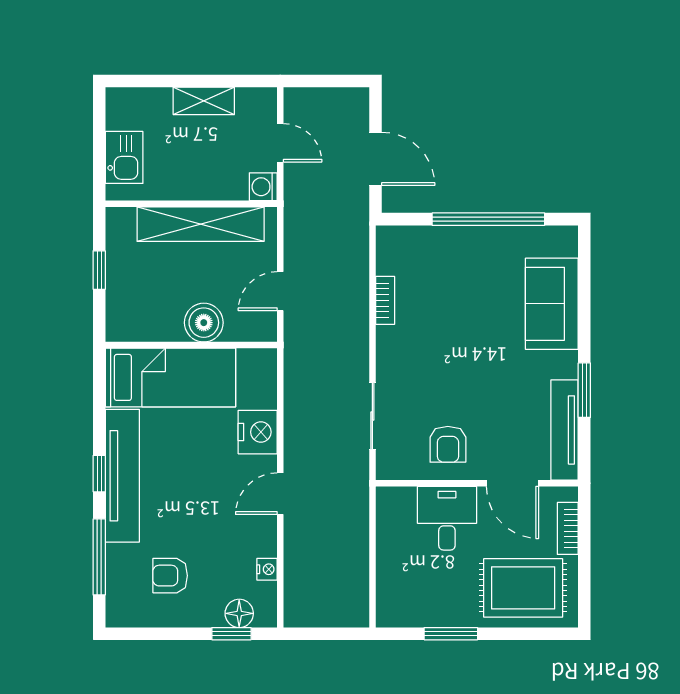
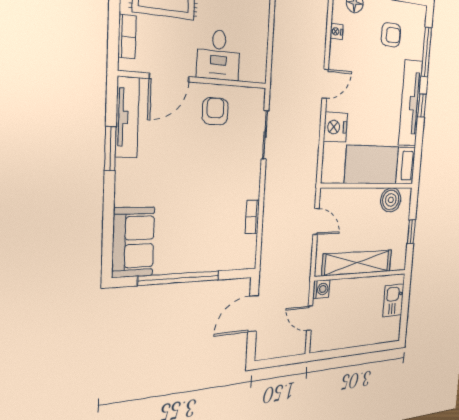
shelving: (204, 101) -> (350, 339), removed
door: (376, 159) -> (253, 314), hinge flipped
door: (280, 291) -> (316, 222), hinge flipped
sofa: (552, 304) -> (133, 242), moved
boiler: (204, 323) -> (391, 200), moved
door: (513, 483) -> (169, 78), swing flipped

